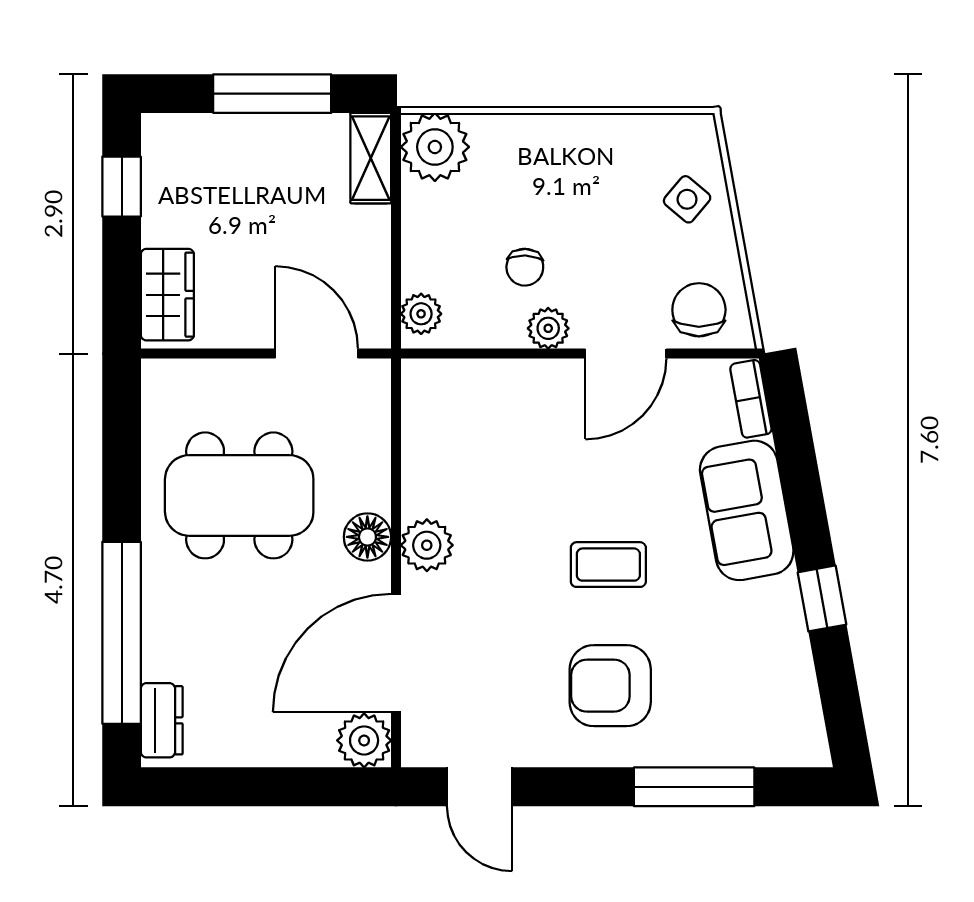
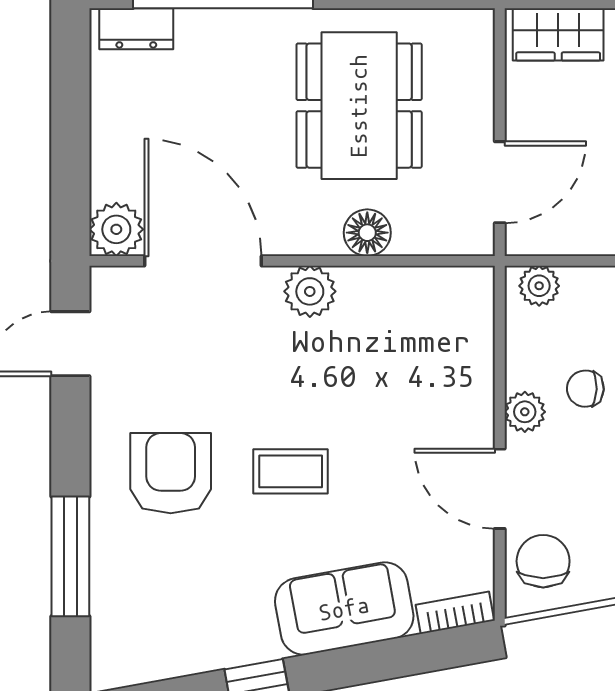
chair: (699, 310) -> (543, 561), turned -90
floor lamp: (367, 537) -> (367, 233), moved
coffee table: (608, 565) -> (291, 471), turned 90

